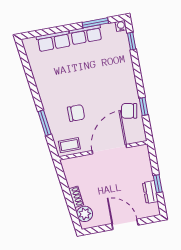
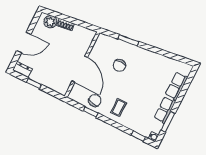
coffee table: (69, 145) -> (119, 108), moved
dresser: (150, 192) -> (22, 70), moved

